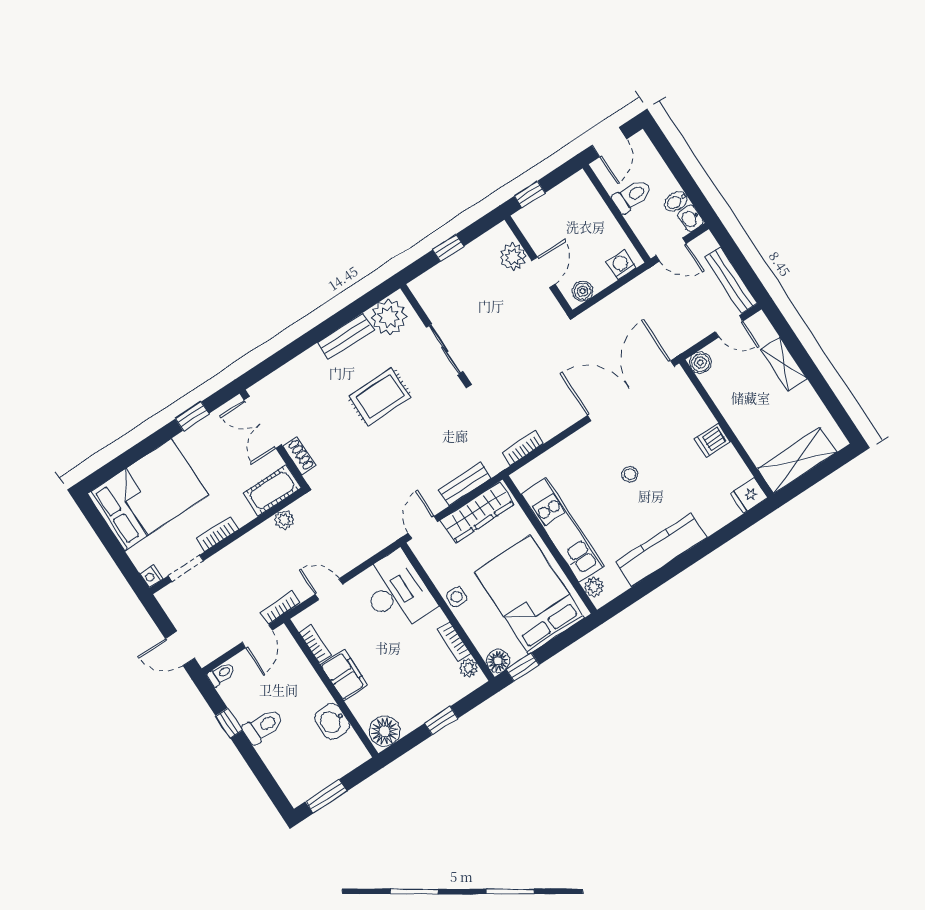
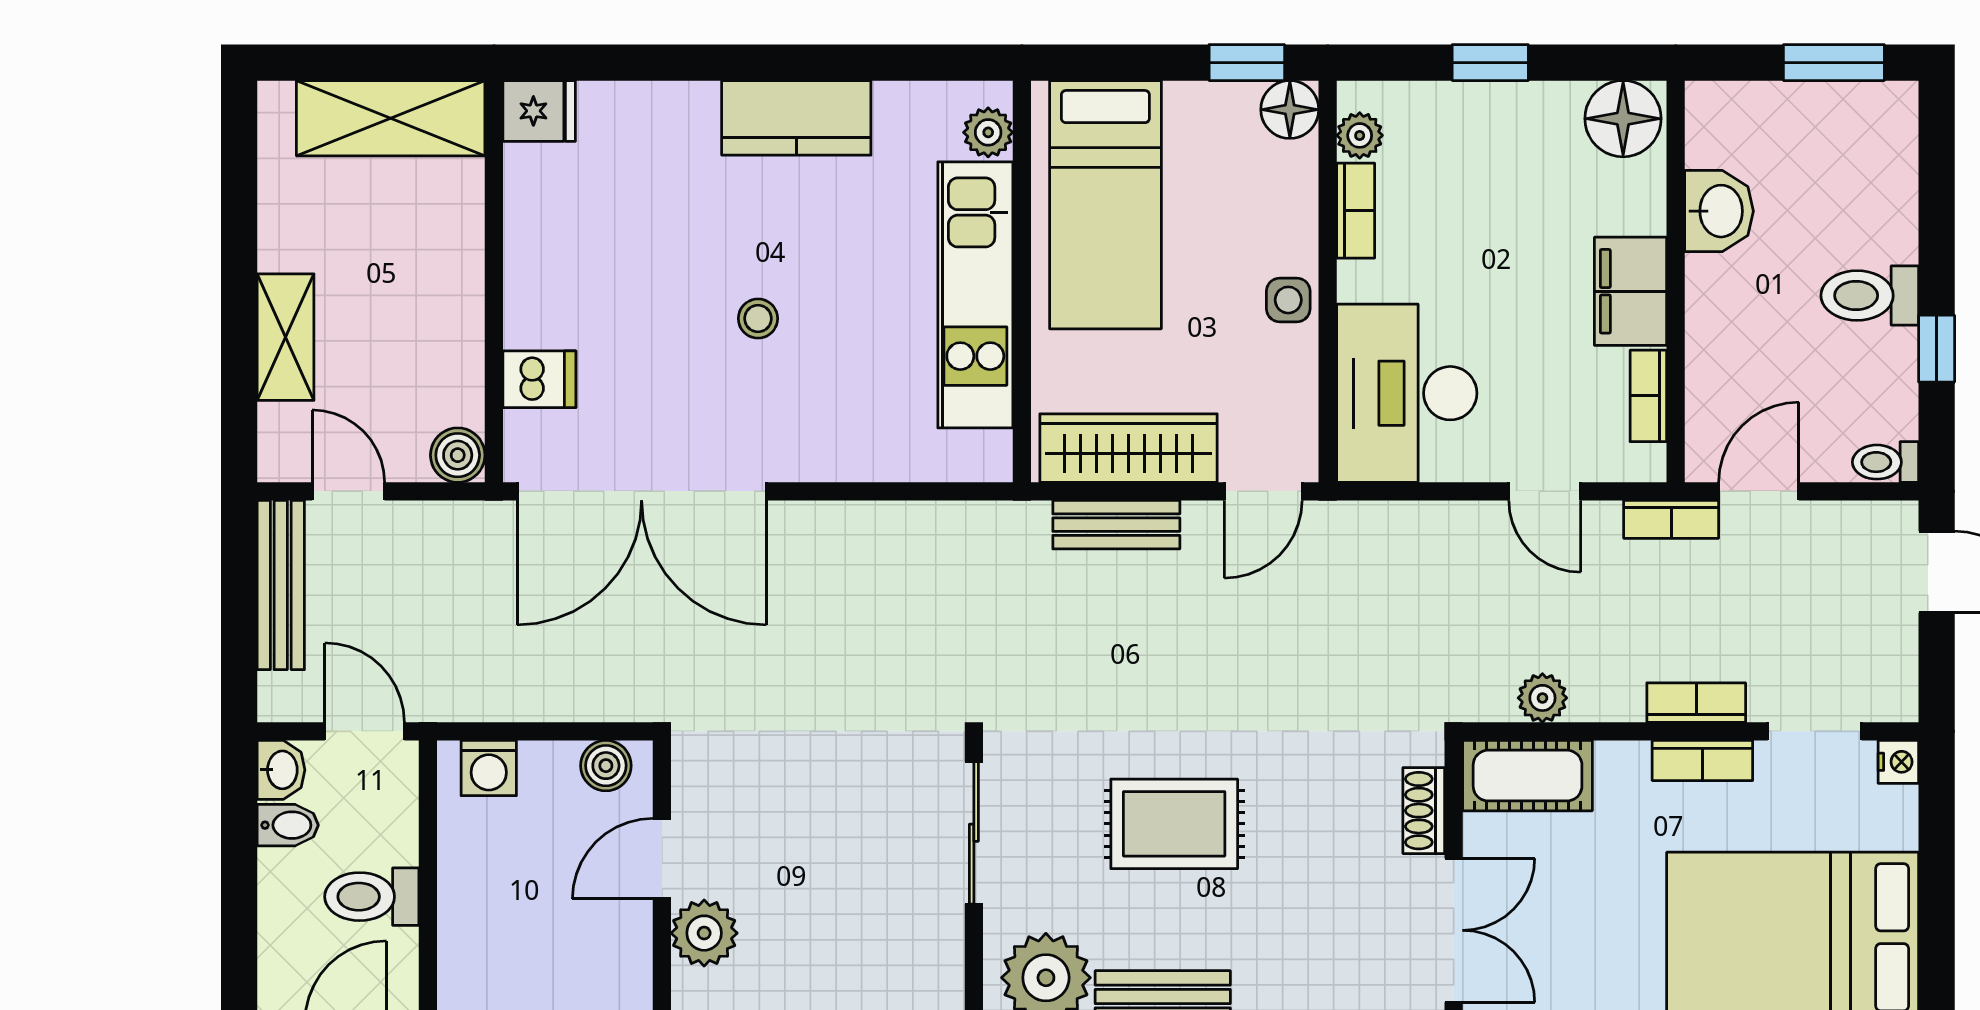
dishwasher: (712, 440) -> (539, 379), moved
bookcase: (523, 448) -> (1696, 703), moved, turned 180
kitchen counter: (661, 550) -> (796, 118), width x0.67
bed: (529, 595) -> (1105, 205), width x0.67

